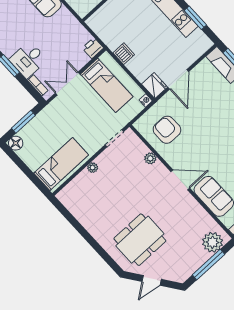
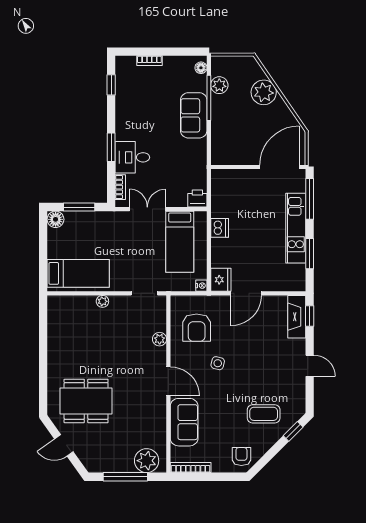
armchair: (167, 130) -> (197, 328), turned 180
side table: (201, 140) -> (218, 363), added

